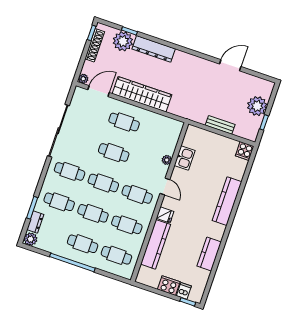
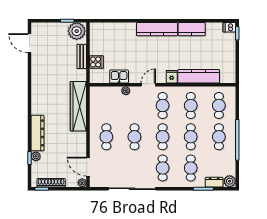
plant: (123, 41) -> (36, 156), width x0.53, depth x0.53
door: (230, 65) -> (29, 43), moved
wardrobe: (142, 94) -> (78, 106), moved
plant: (257, 106) -> (77, 31), moved
cooker: (245, 151) -> (96, 62), moved
kitchen counter: (227, 201) -> (157, 29), moved
cooker: (169, 286) -> (229, 54), removed
dishwasher: (184, 291) -> (229, 27), moved

